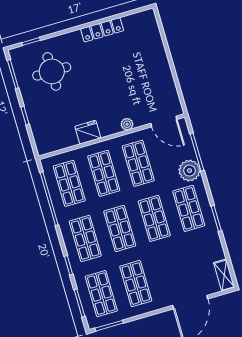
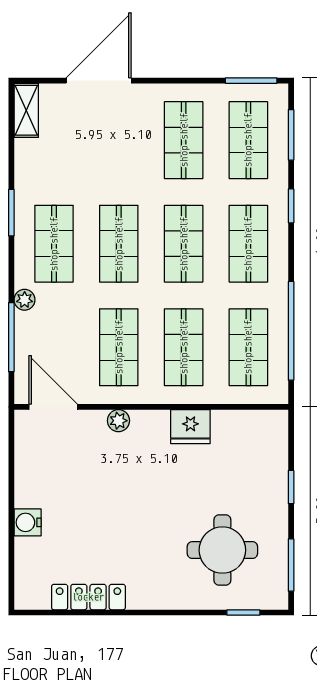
locker: (102, 30) -> (88, 597), moved
water cooler: (160, 56) -> (28, 522), added
plant: (189, 171) -> (25, 300), width x0.53, depth x0.53

